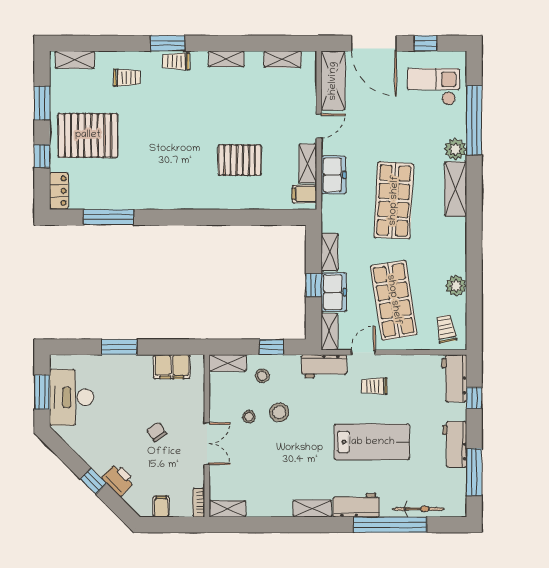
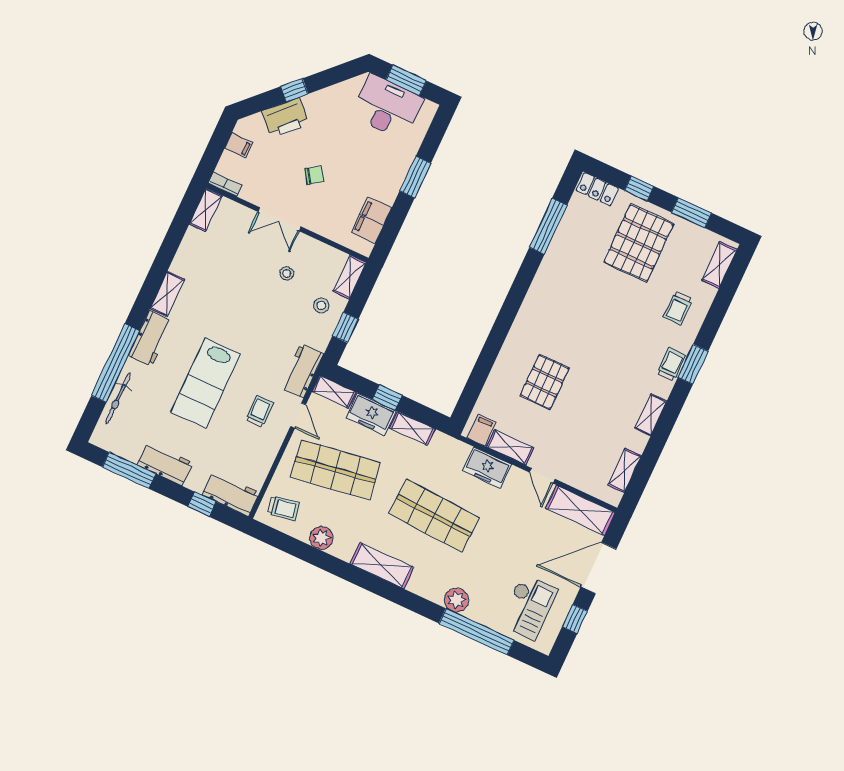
shelving: (456, 189) -> (382, 566), moved
stool: (279, 412) -> (277, 305), removed
printer: (118, 480) -> (285, 118), width x1.37, depth x1.19

